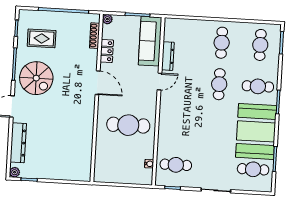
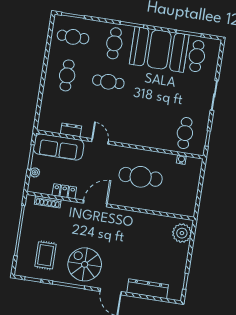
plant: (107, 19) -> (35, 172), moved
cafe table: (222, 43) -> (67, 75), turned 90
dresser: (168, 56) -> (71, 130), width x0.70
spiral stairs: (36, 78) -> (85, 264), turned -90
cafe table: (128, 125) -> (141, 177), turned 90
plant: (15, 172) -> (182, 233), moved, width x1.87, depth x1.87

